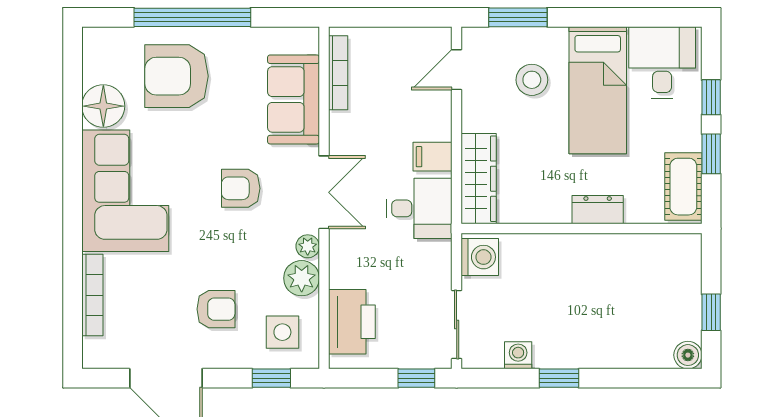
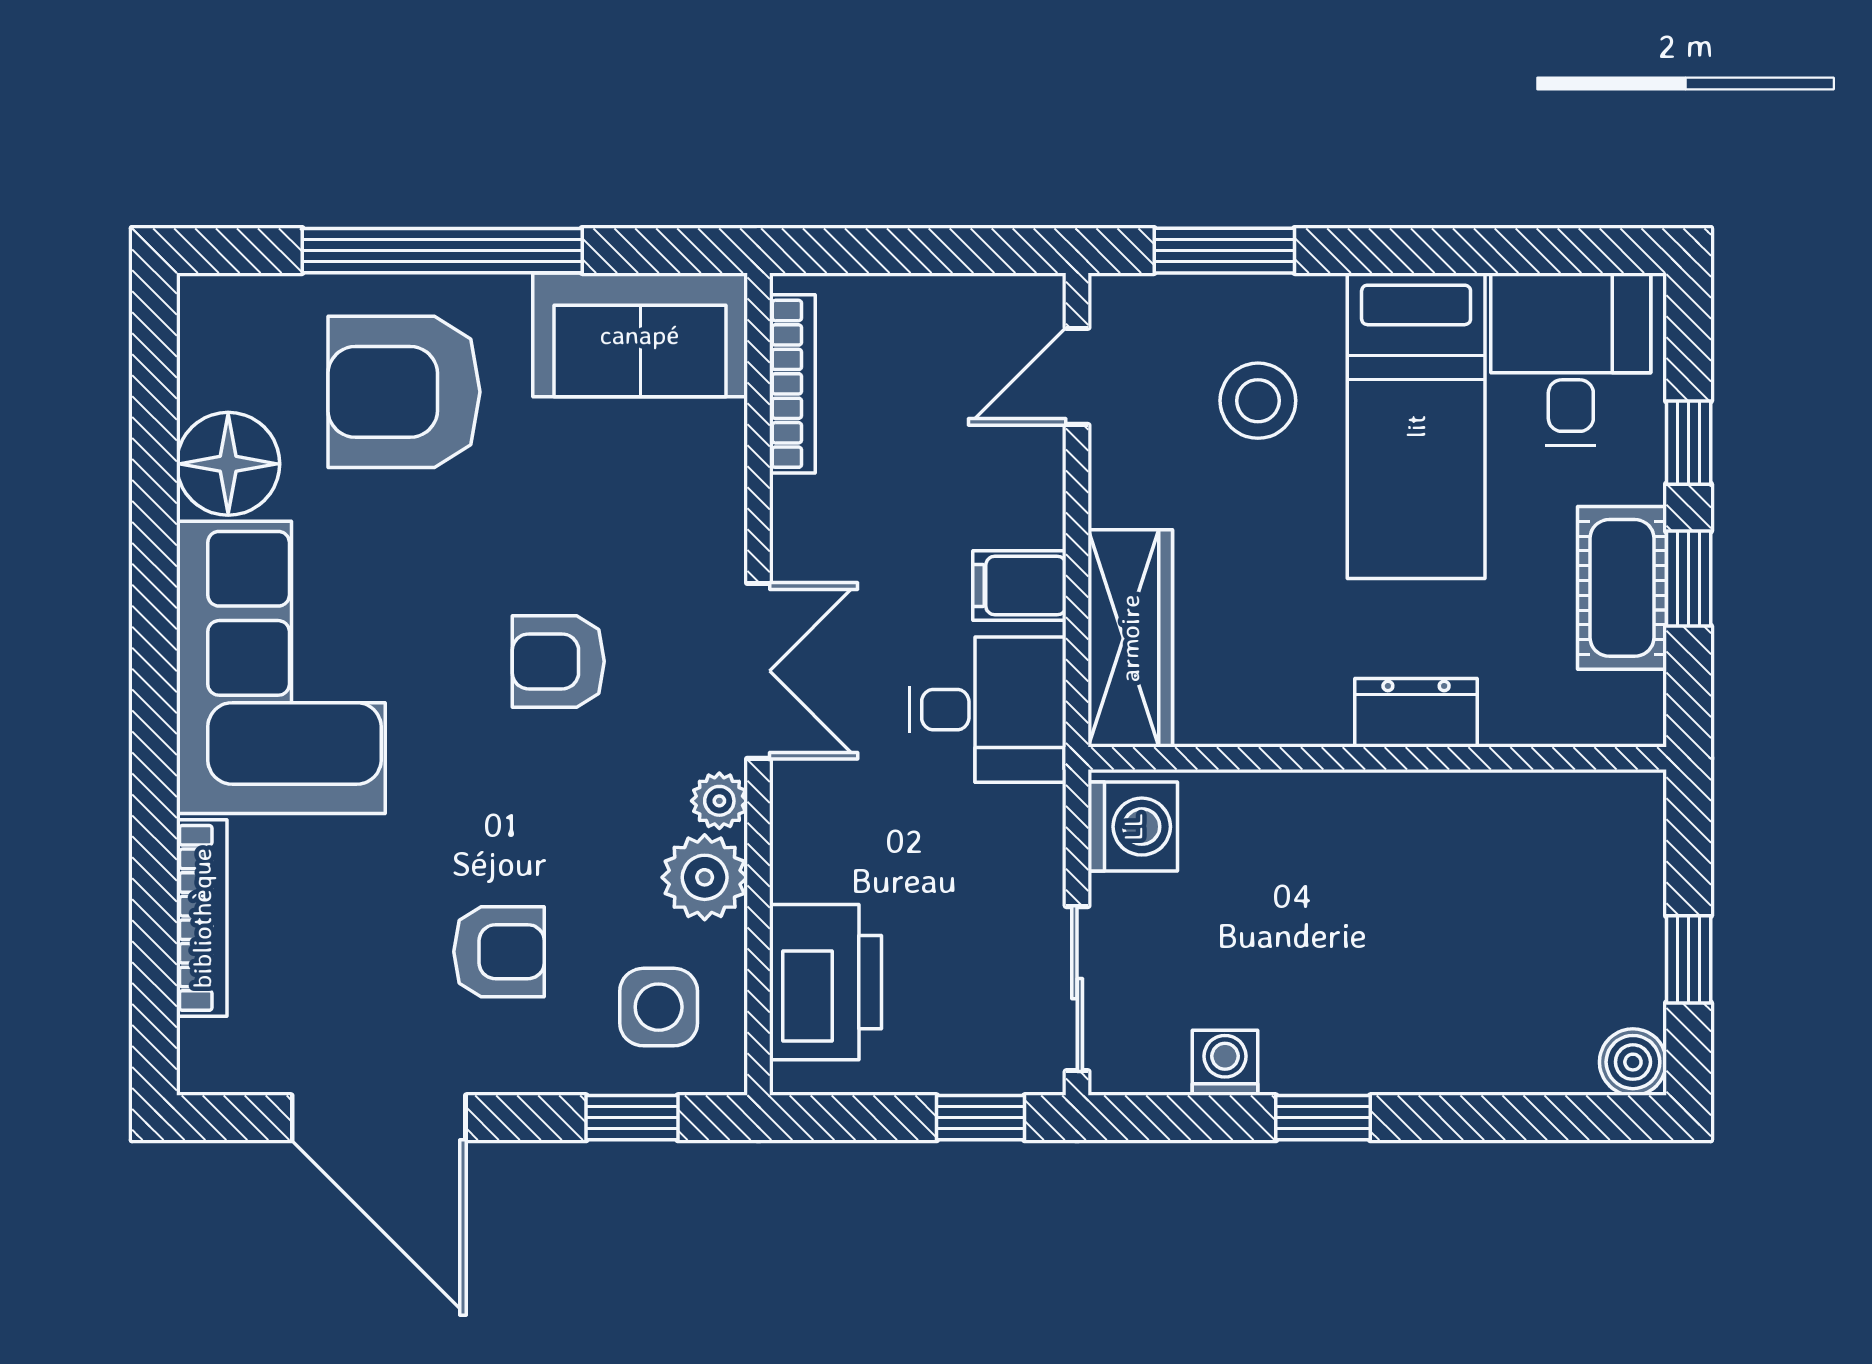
sofa: (294, 99) -> (640, 335), moved, turned -90
cot: (683, 187) -> (1622, 588), moved

